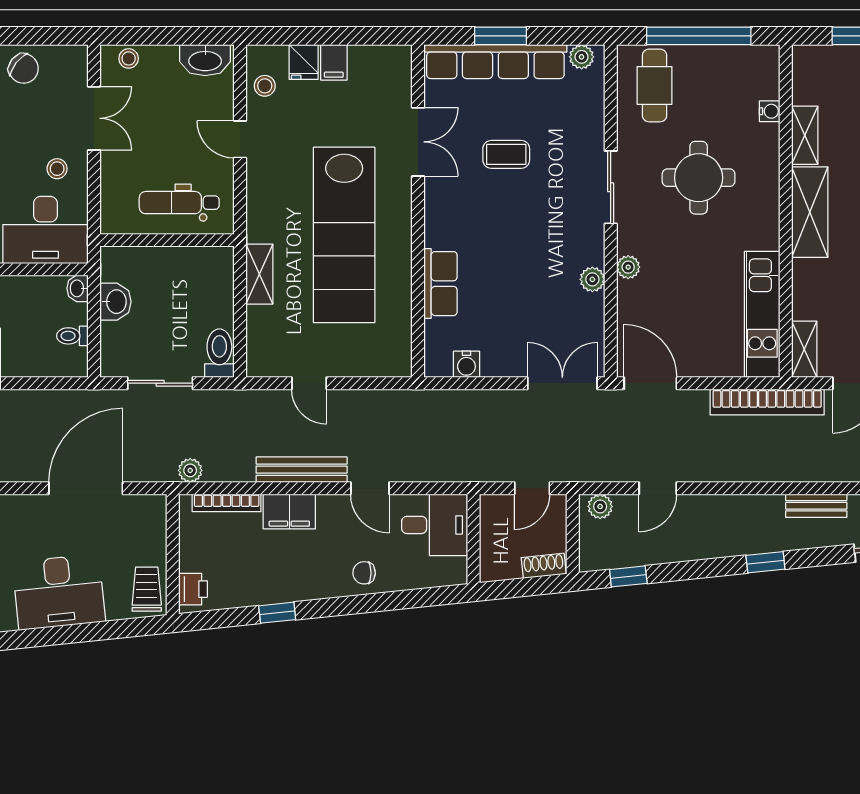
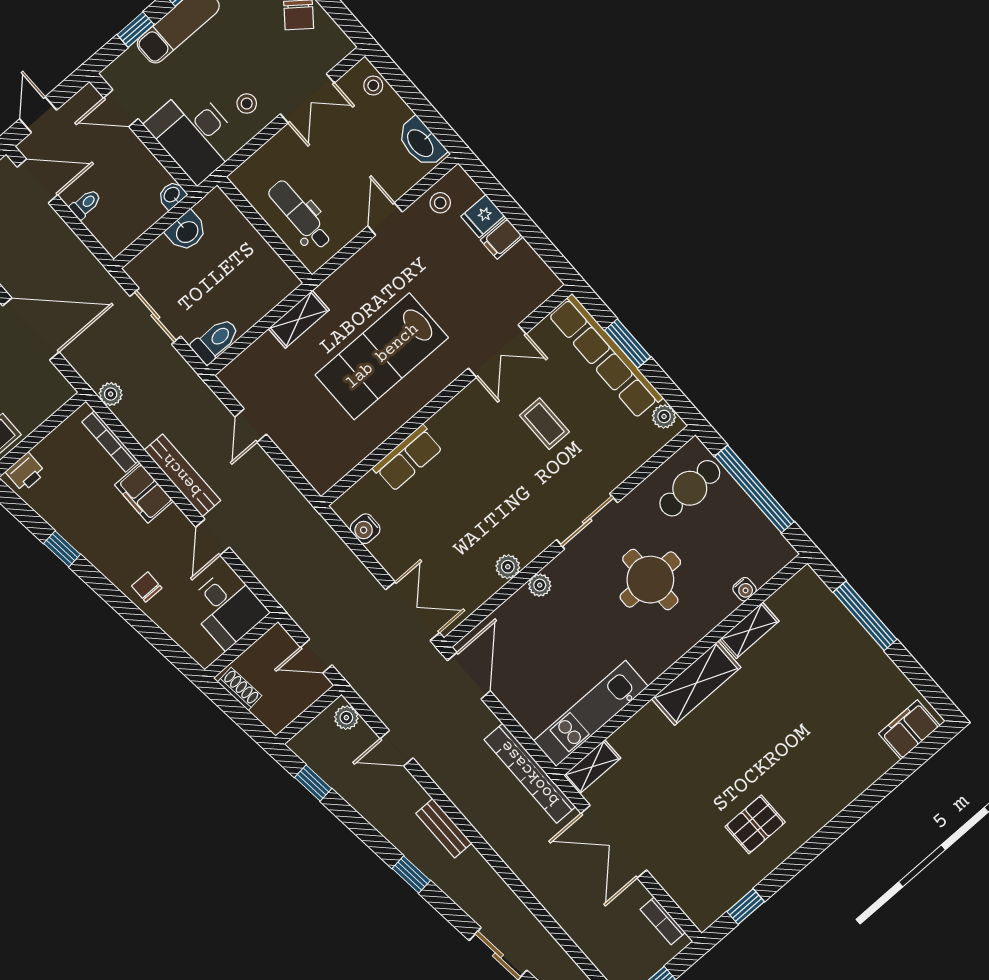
lab bench: (344, 235) -> (382, 356), width x0.73
toilet: (72, 336) -> (85, 204), moved, turned 90
bench: (816, 506) -> (444, 828), moved
shoe rack: (544, 566) -> (240, 689), moved

